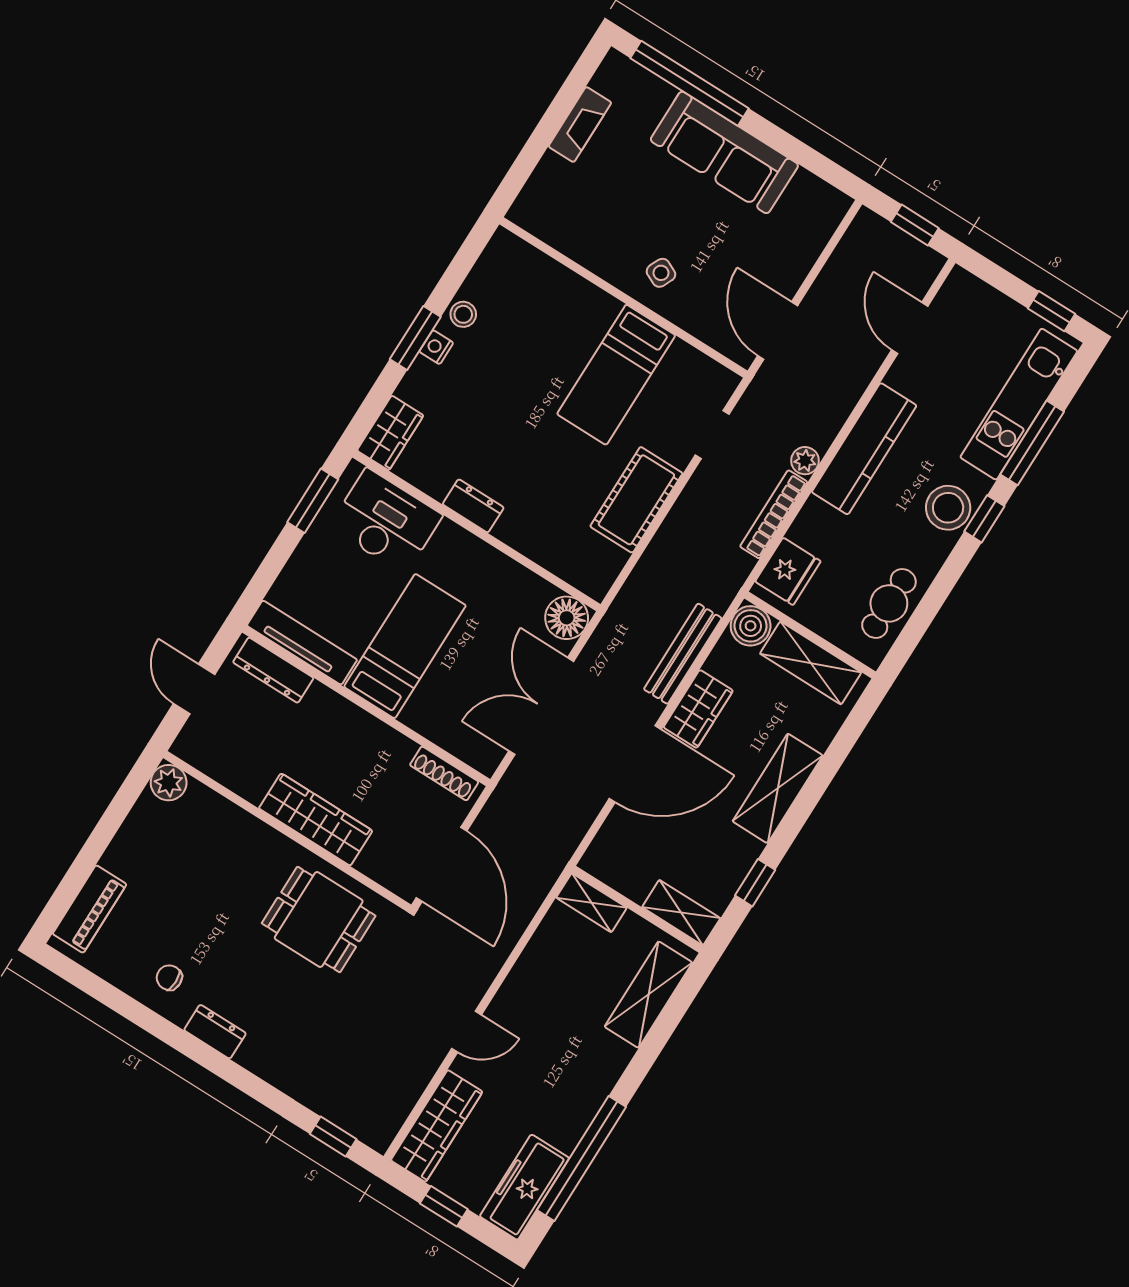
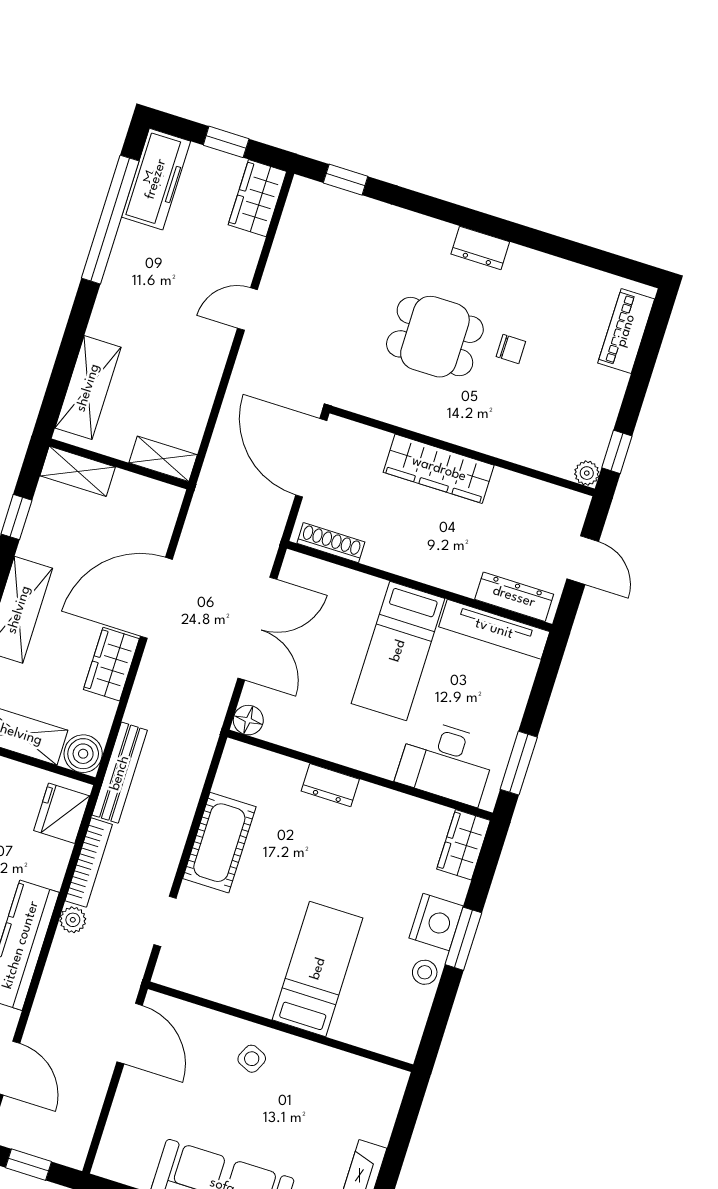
nightstand: (436, 347) -> (436, 922), width x1.89, depth x1.79
bed: (616, 375) -> (318, 969), moved
dresser: (473, 506) -> (330, 785), moved
floor lamp: (567, 618) -> (248, 720), width x0.73, depth x0.73
bench: (683, 654) -> (120, 773), moved
plant: (169, 783) -> (587, 473), width x0.73, depth x0.73
window: (131, 789) -> (617, 452), added
dining table: (319, 920) -> (435, 337), moved
chair: (169, 978) -> (511, 349), moved
wardrobe: (437, 1126) -> (257, 198), width x0.67

